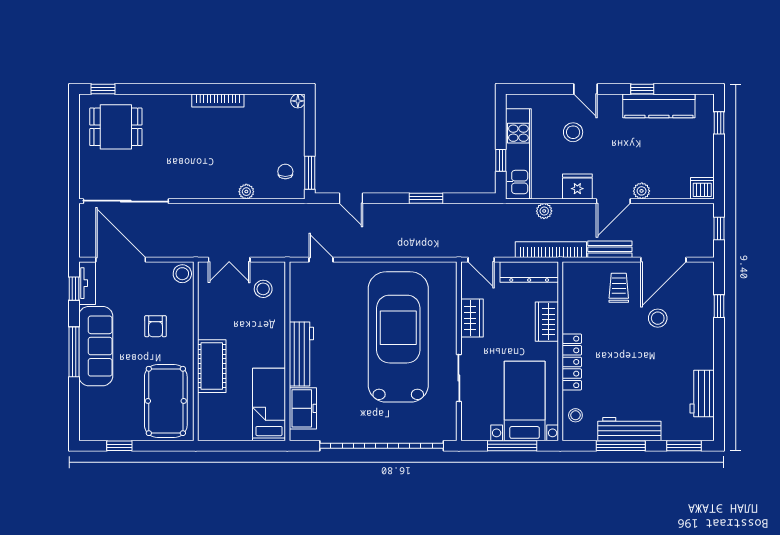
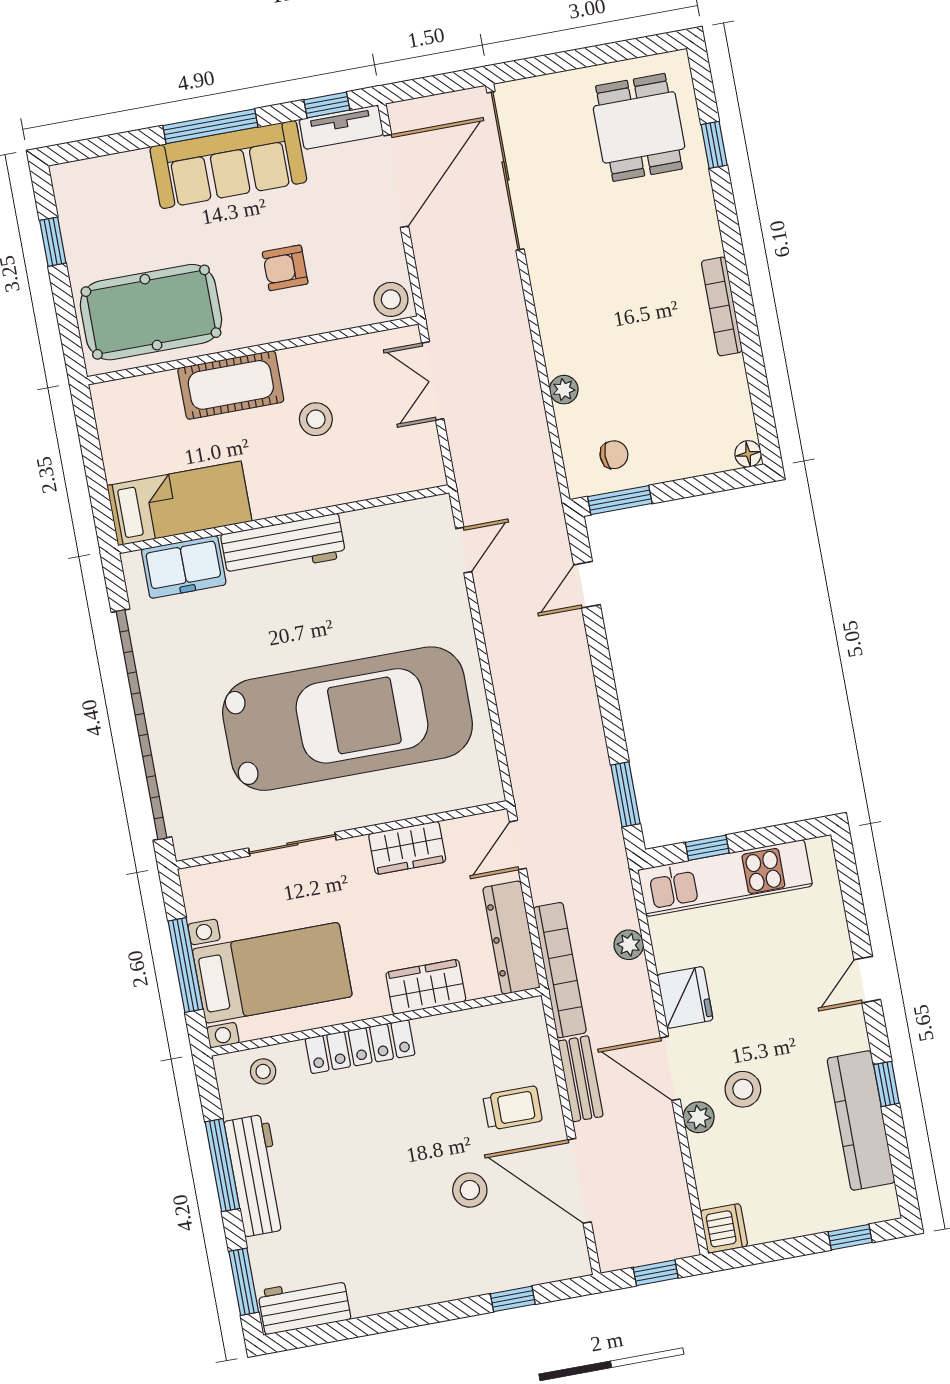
window: (103, 89) -> (714, 145), moved
stool: (573, 132) -> (743, 1089), moved
window: (426, 198) -> (625, 794), moved
stool: (263, 289) -> (316, 419), moved
workbench: (702, 394) -> (304, 1305), moved

